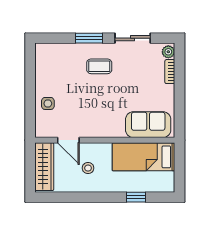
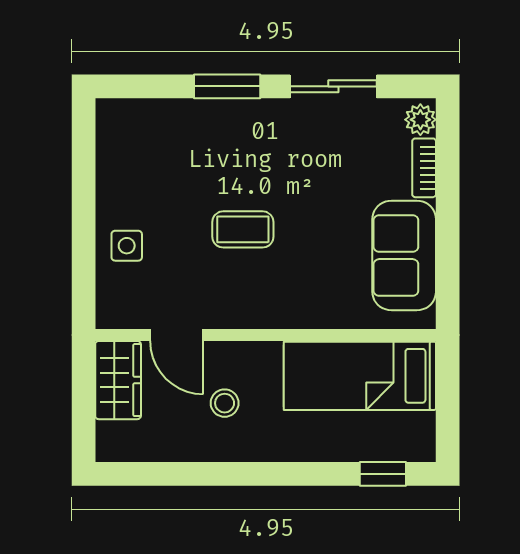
coffee table: (99, 66) -> (243, 229), moved
sofa: (148, 125) -> (404, 255), moved, turned -90
wardrobe: (44, 167) -> (118, 380), width x0.67
window: (136, 197) -> (383, 474), moved

